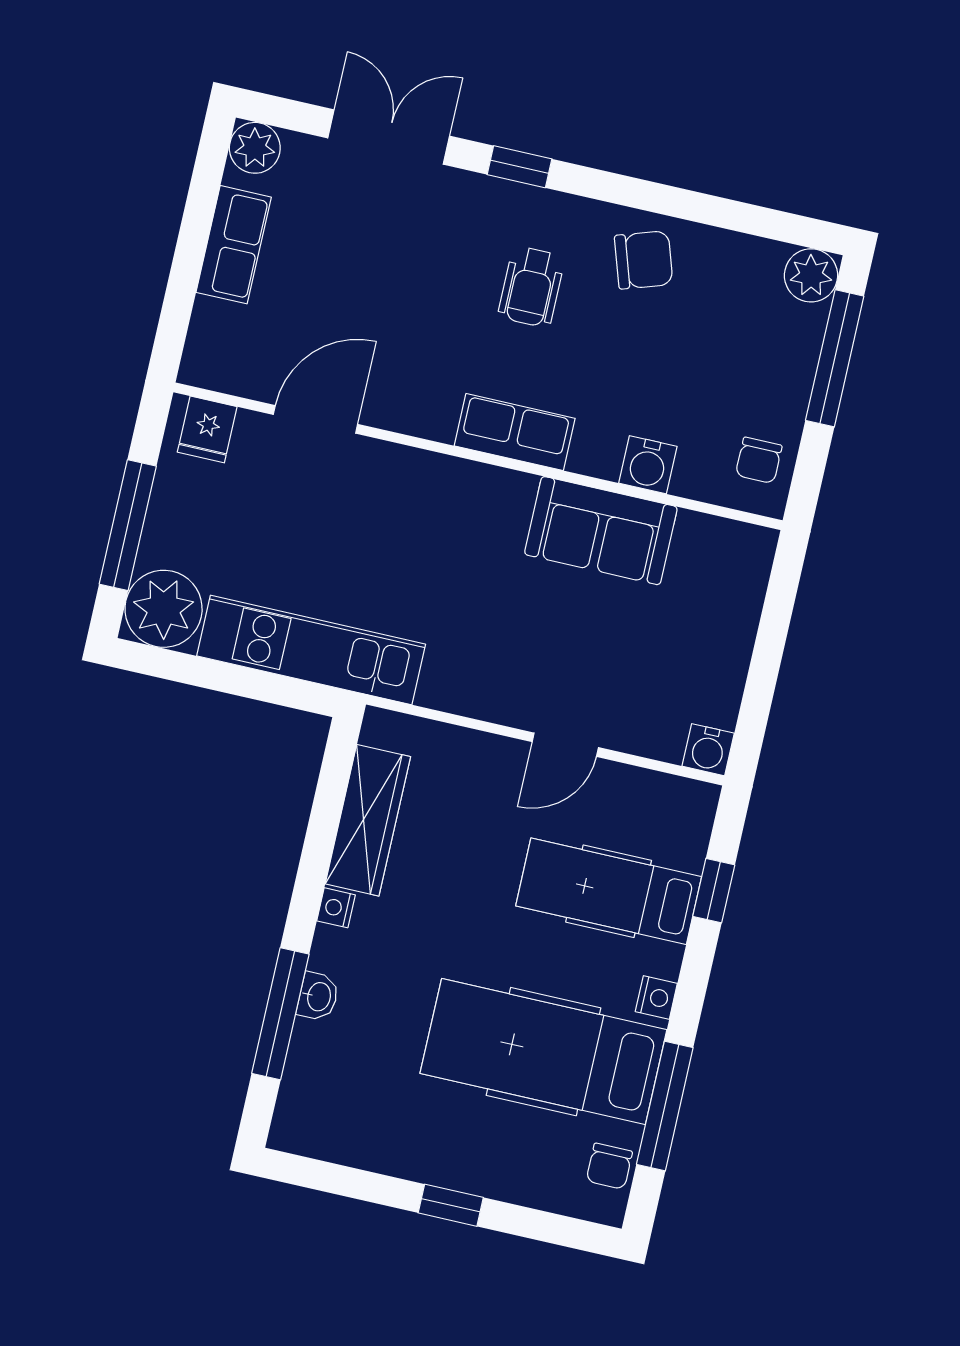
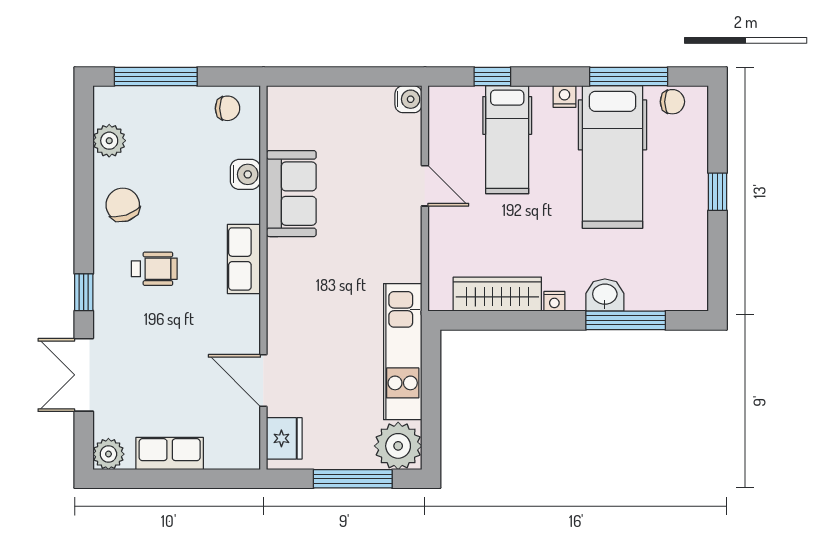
plant: (811, 275) -> (109, 141), moved
fridge: (207, 429) -> (284, 438), width x1.38
washbasin: (318, 996) -> (605, 295), width x1.38, depth x1.45

